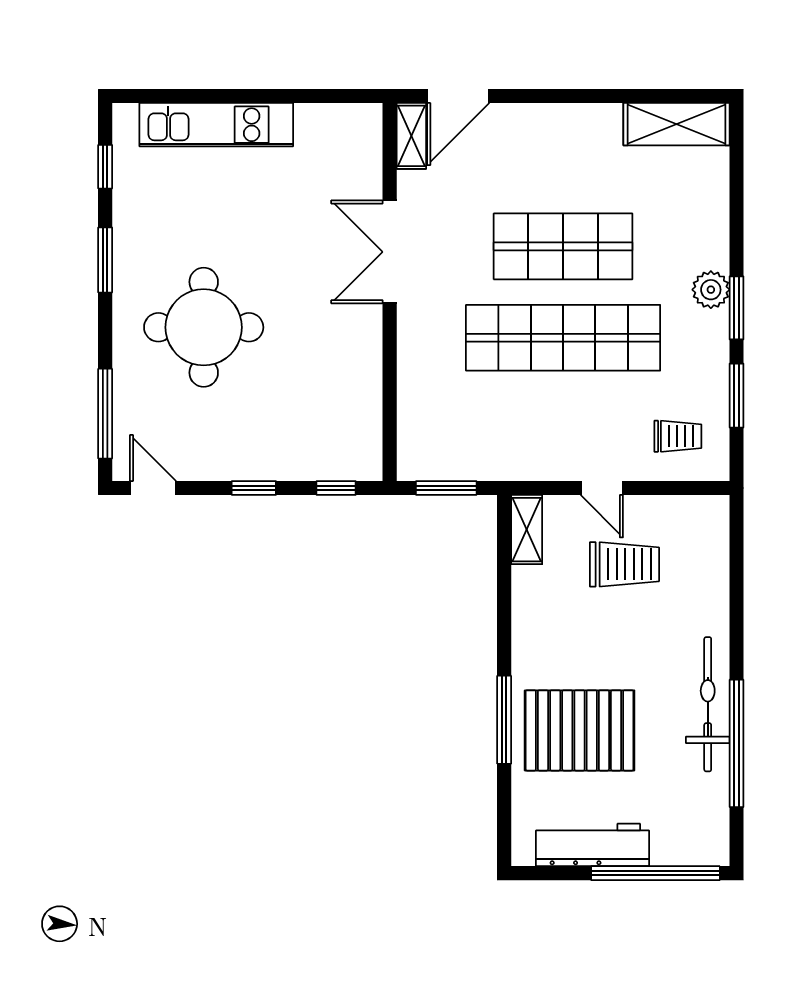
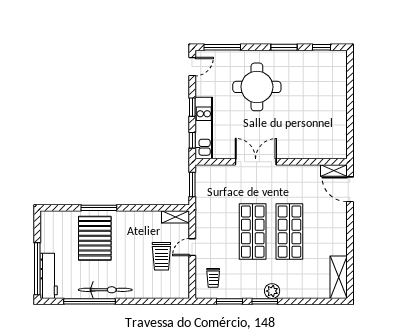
kitchen unit: (216, 125) -> (204, 128), moved, turned 180
double door: (390, 252) -> (256, 162), moved
shop shelf: (563, 338) -> (253, 232), width x0.71
workbench: (593, 845) -> (49, 276), moved

